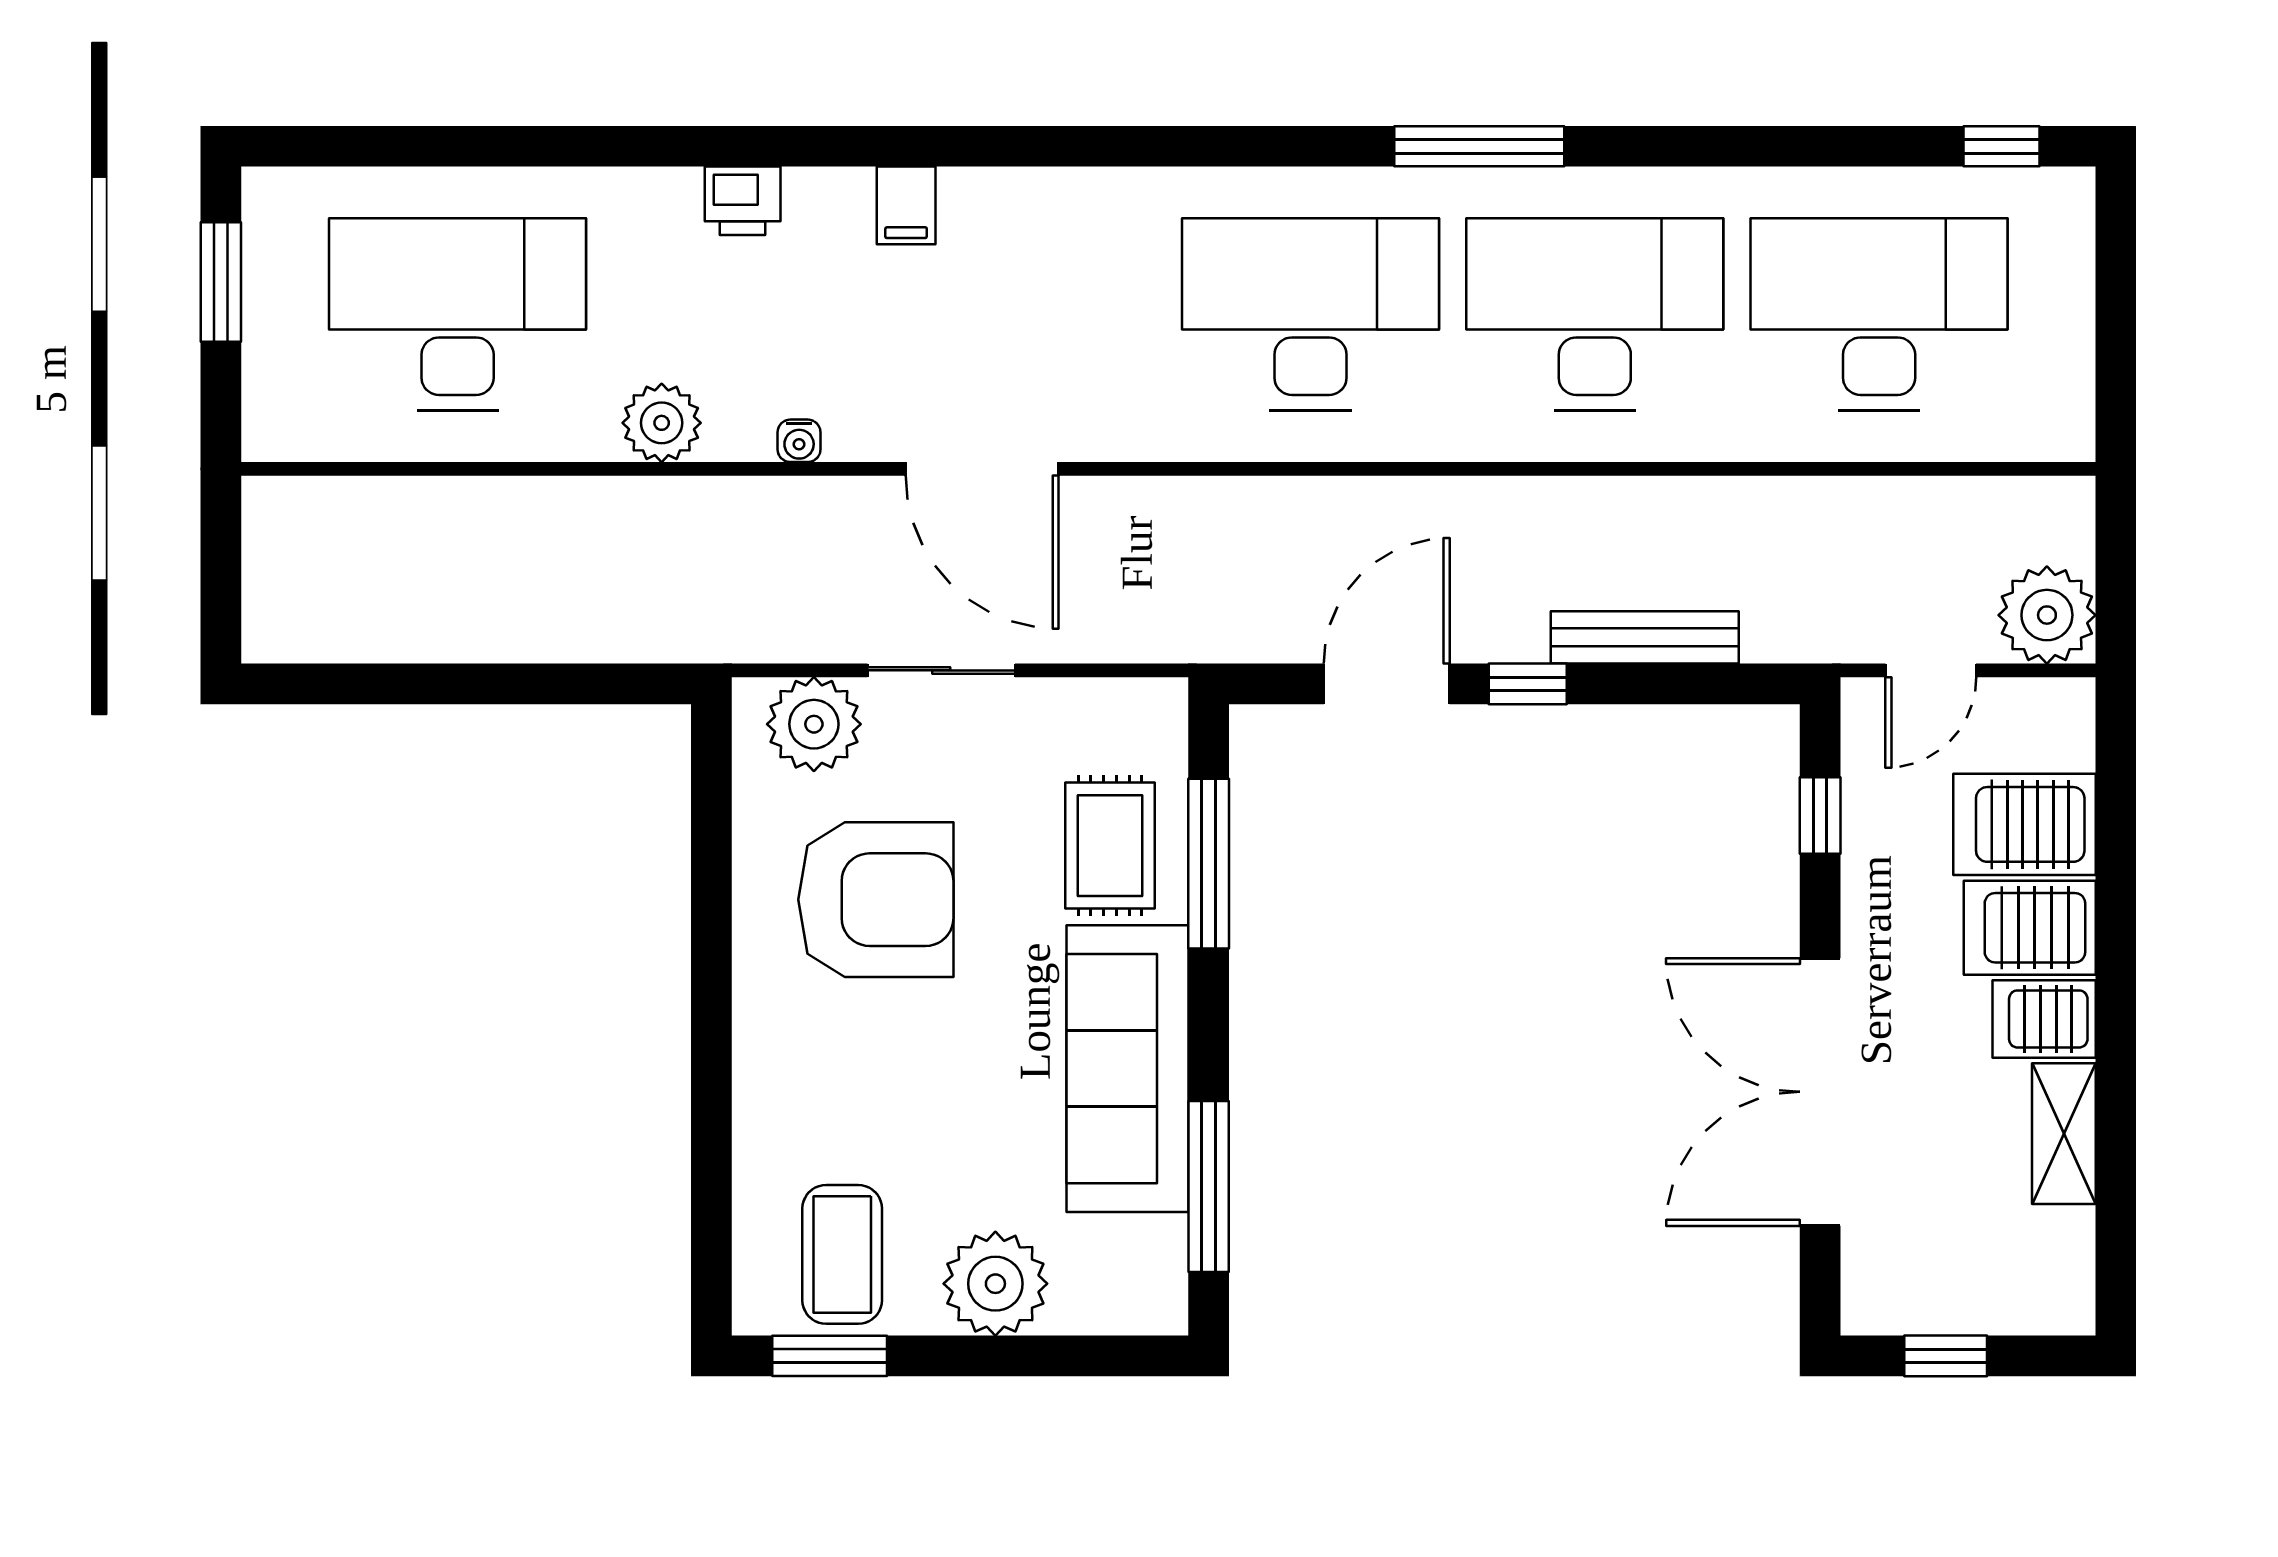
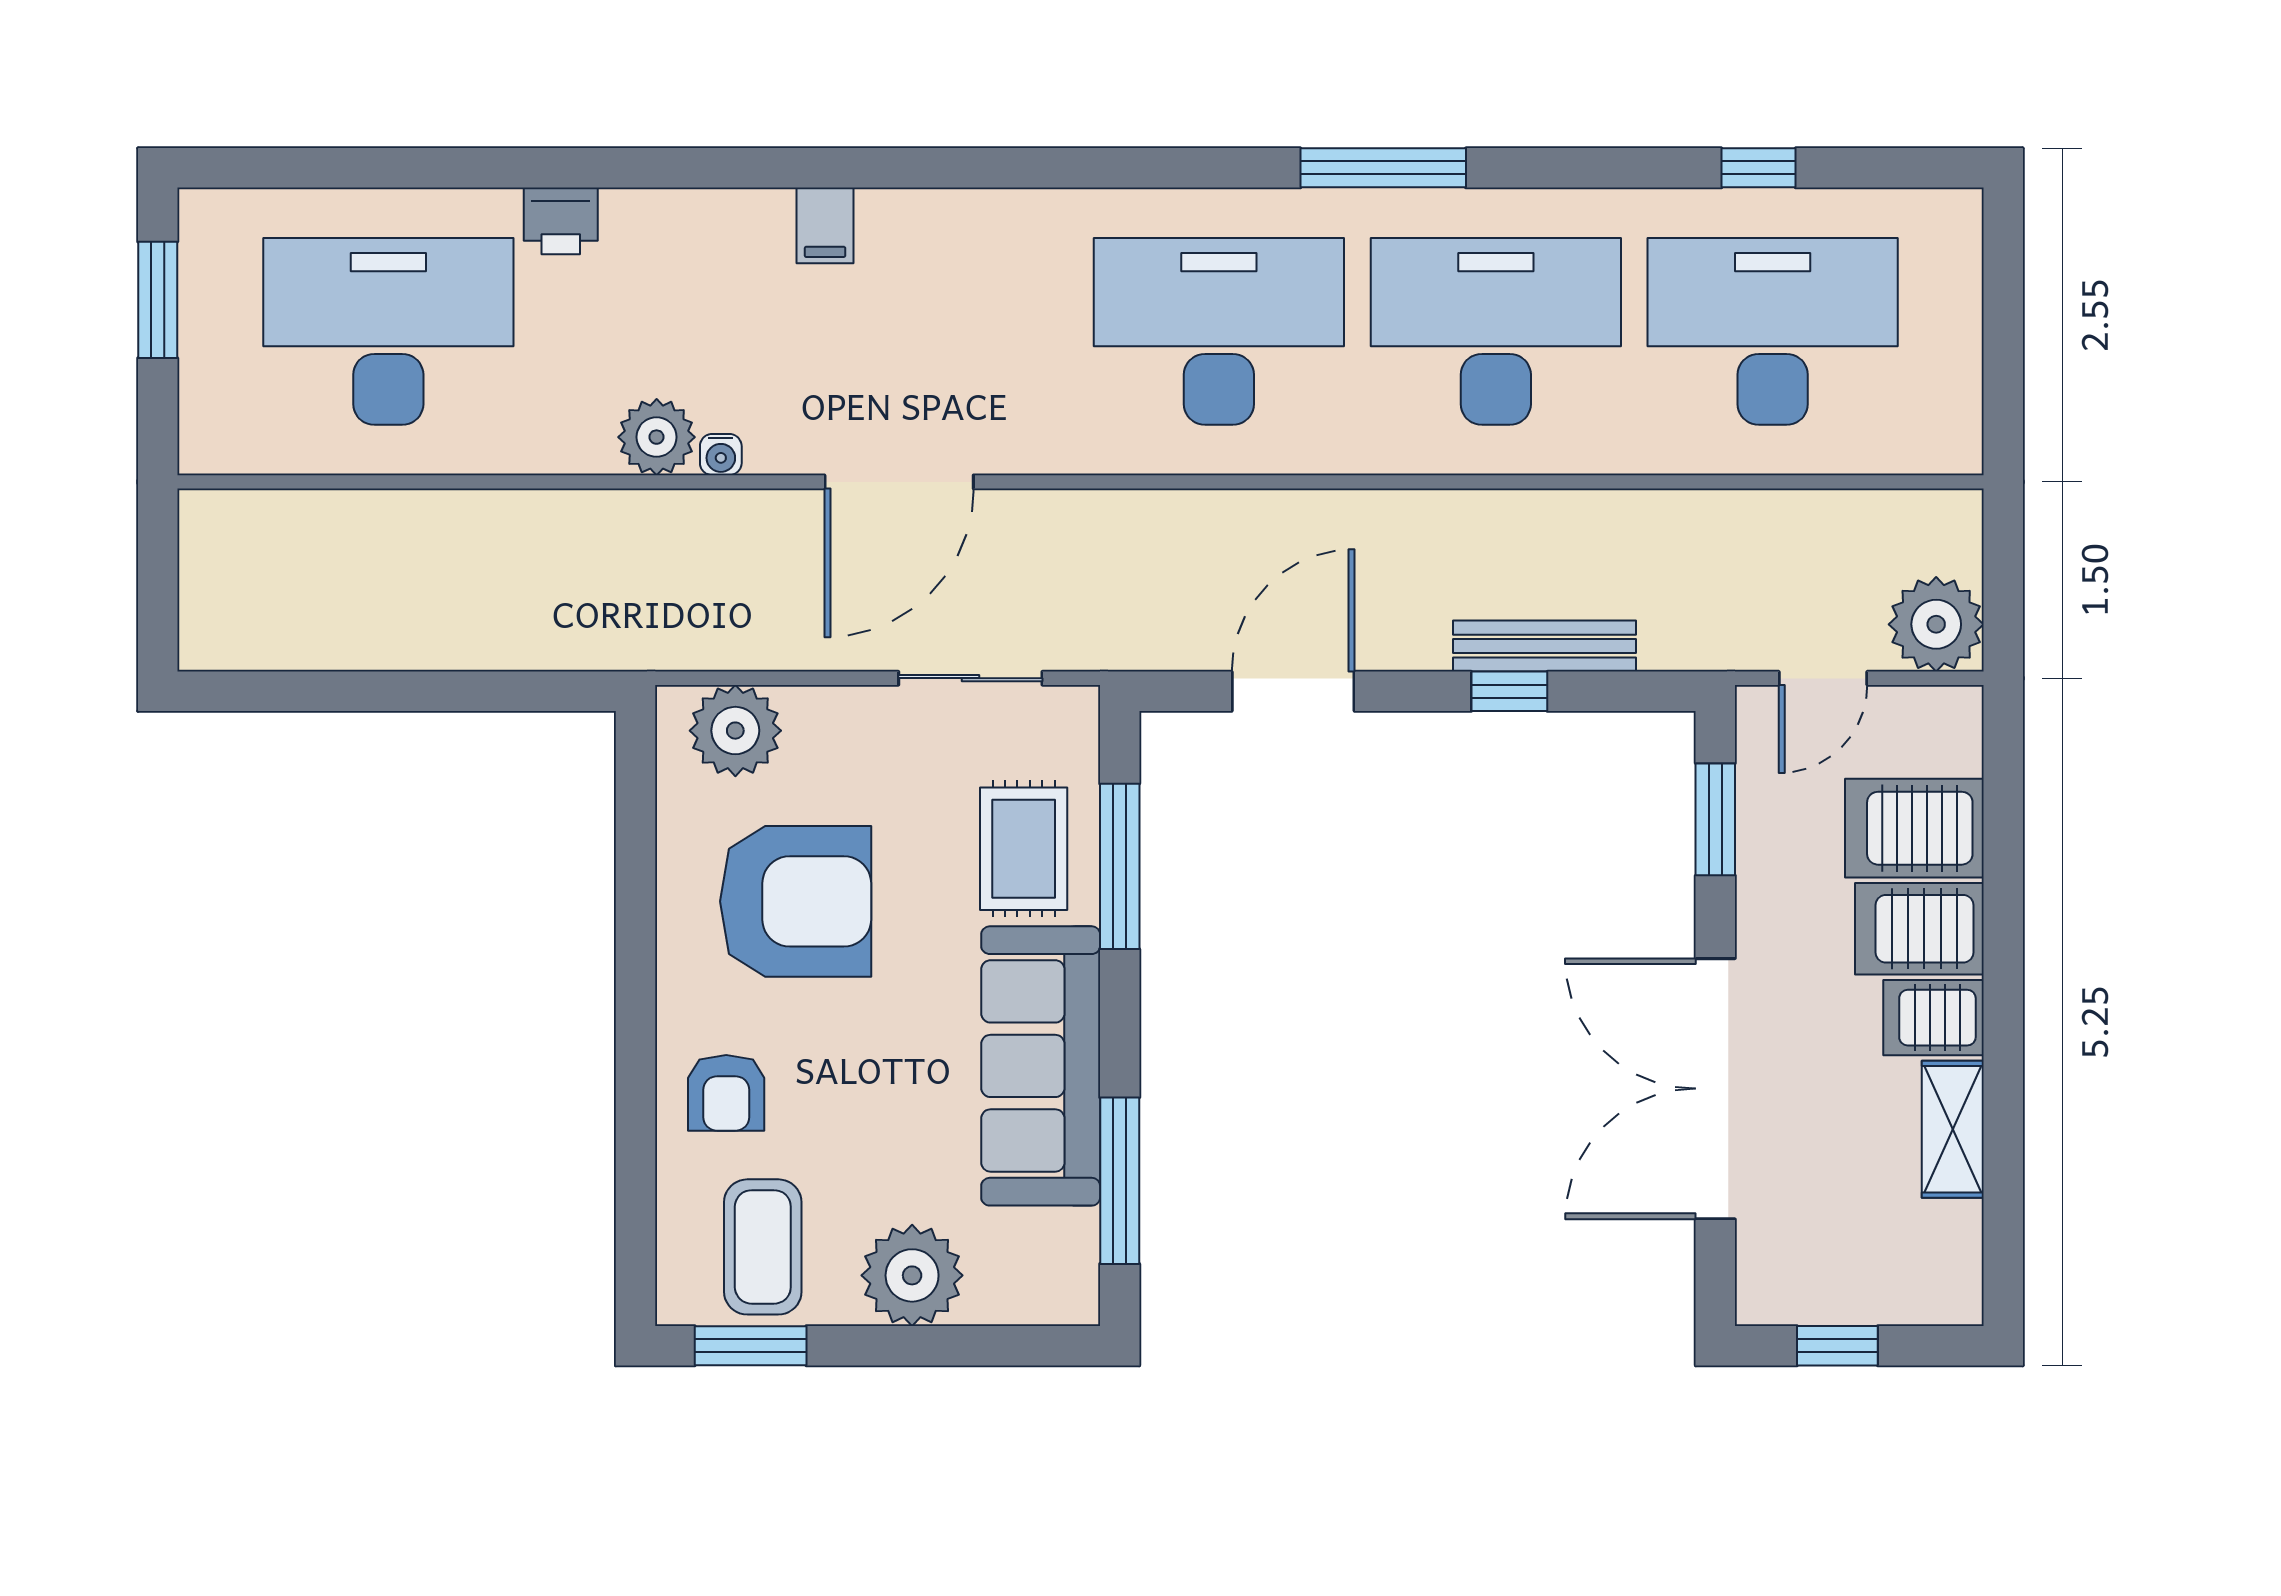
window: (2001, 146) -> (1758, 168), moved
printer: (743, 201) -> (561, 221), moved
plant: (662, 423) -> (657, 437), moved
door: (982, 469) -> (899, 482), hinge flipped
sliding door: (941, 670) -> (970, 678), moved
window: (1528, 684) -> (1509, 691), moved
window: (1820, 815) -> (1715, 819), width x1.50
armchair: (805, 1096) -> (726, 1093), added

